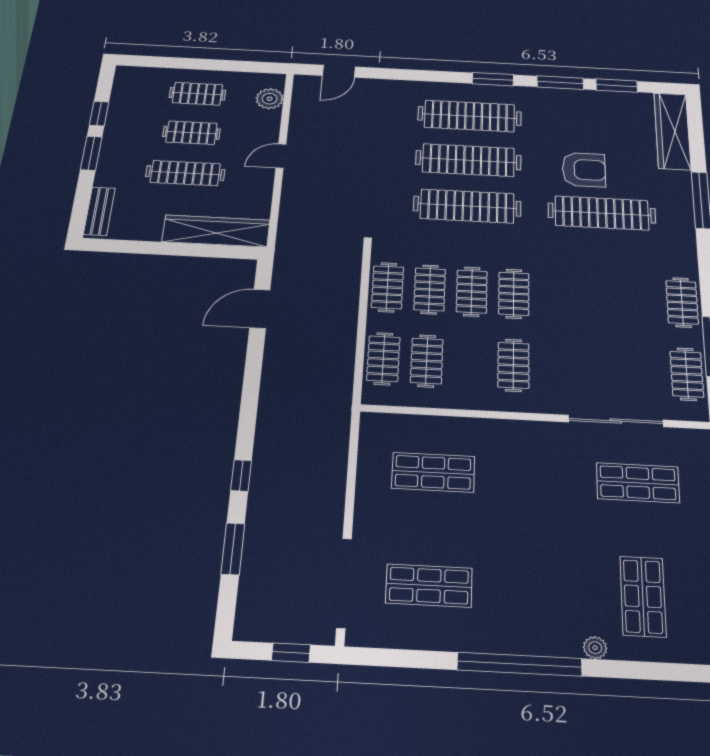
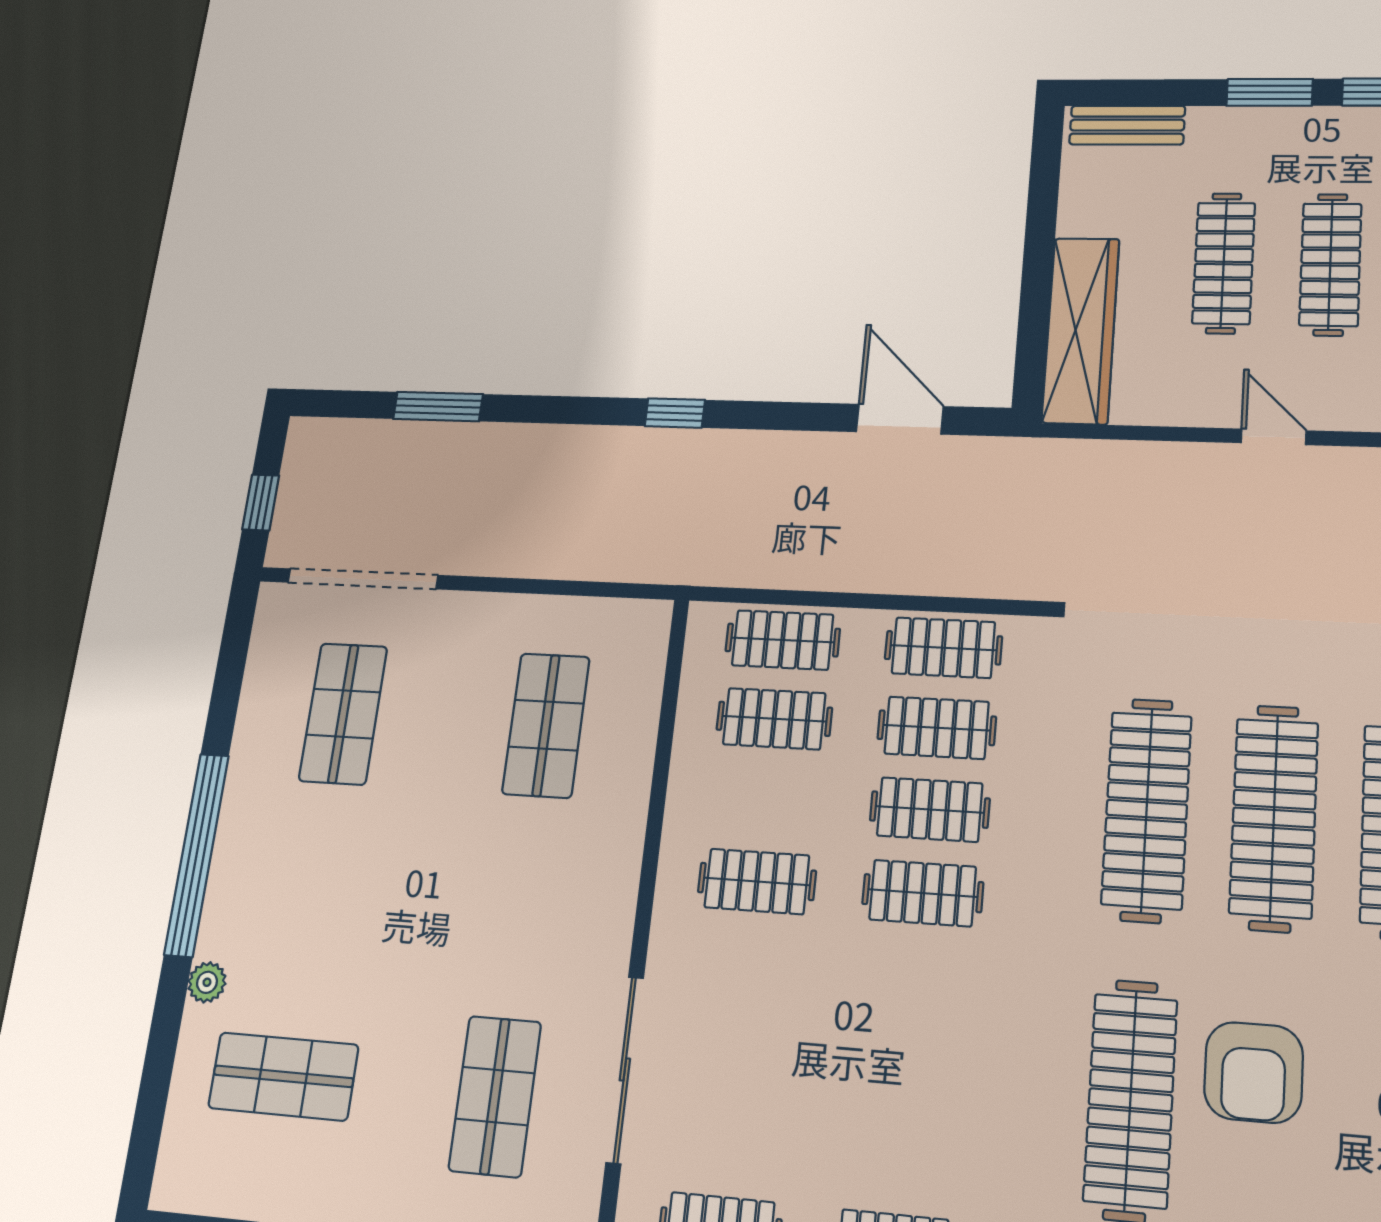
clothes rail: (191, 133) -> (1330, 264), width x1.36
window: (241, 475) -> (675, 413), moved

